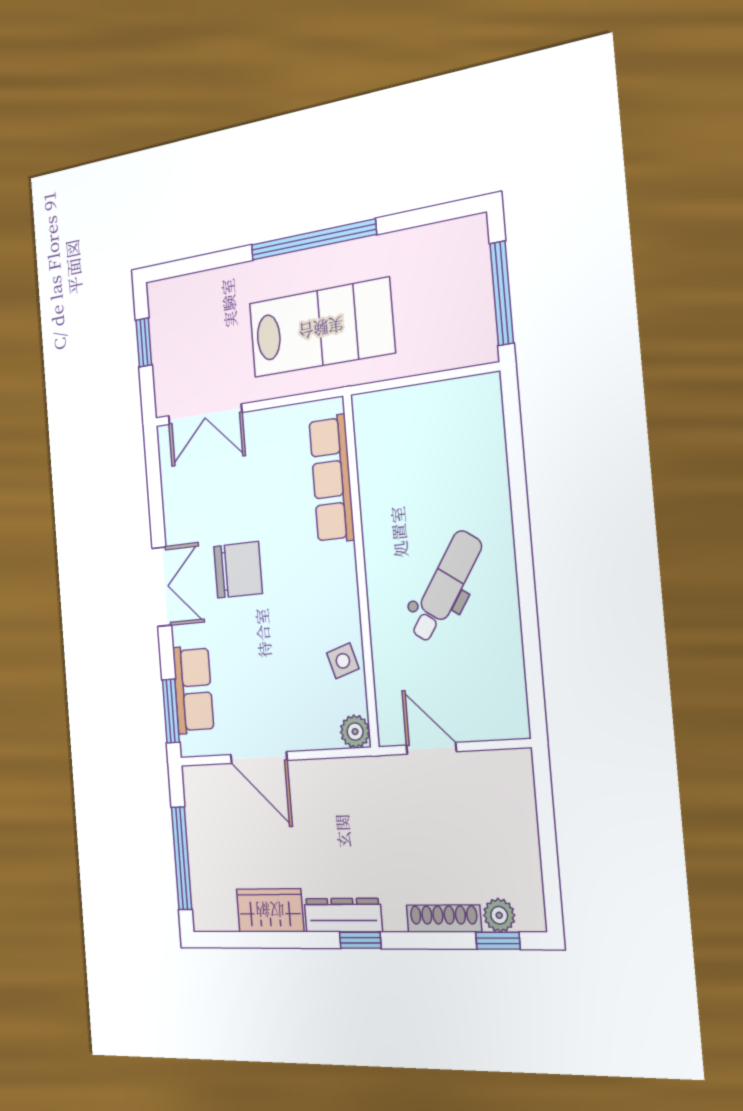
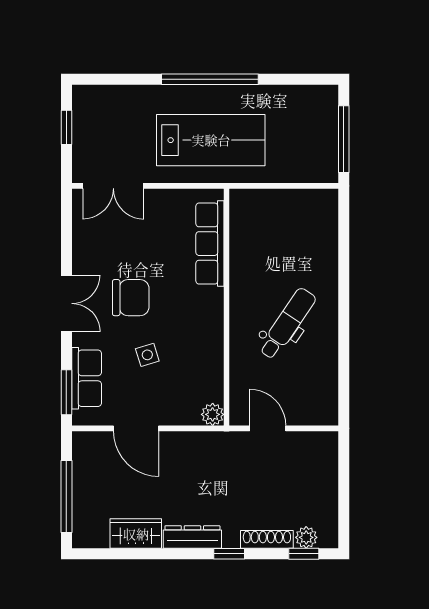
side table: (343, 661) -> (147, 355), moved
window: (360, 940) -> (229, 554), moved

